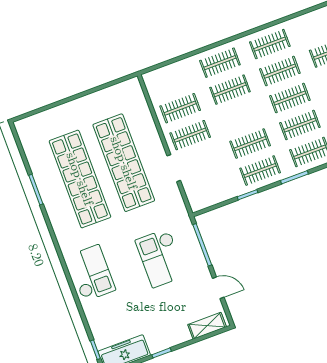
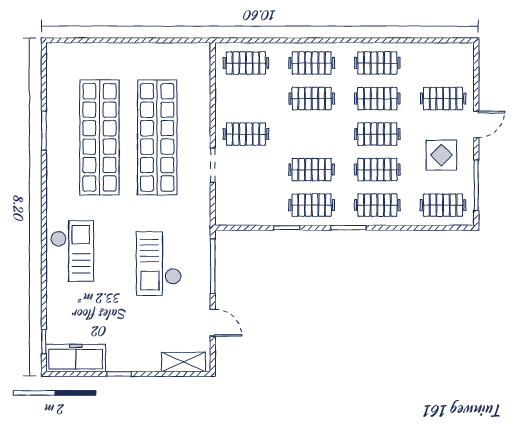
clothes rail: (180, 108) -> (246, 63), moved

